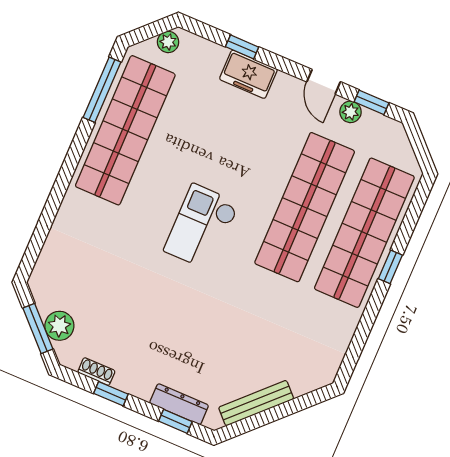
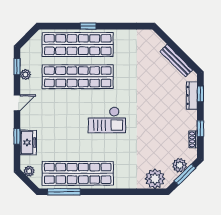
freezer: (248, 74) -> (28, 142), moved
door: (324, 82) -> (17, 103), moved
plant: (54, 269) -> (155, 179), added

